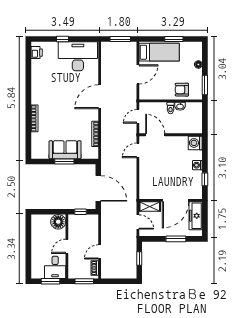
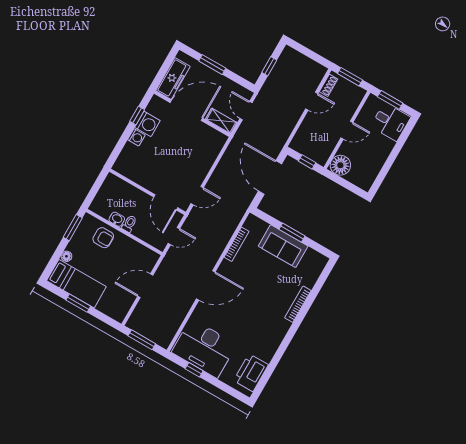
window: (63, 39) -> (194, 370), moved
bed: (159, 52) -> (76, 284), moved, turned 180
printer: (37, 53) -> (251, 373), width x1.87, depth x1.48
washing machine: (195, 143) -> (147, 124), moved
desk: (55, 267) -> (390, 122), moved, turned 90

